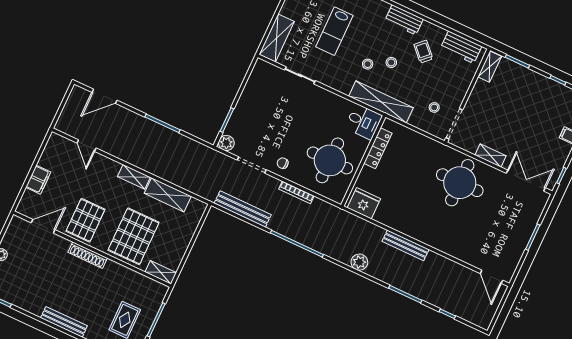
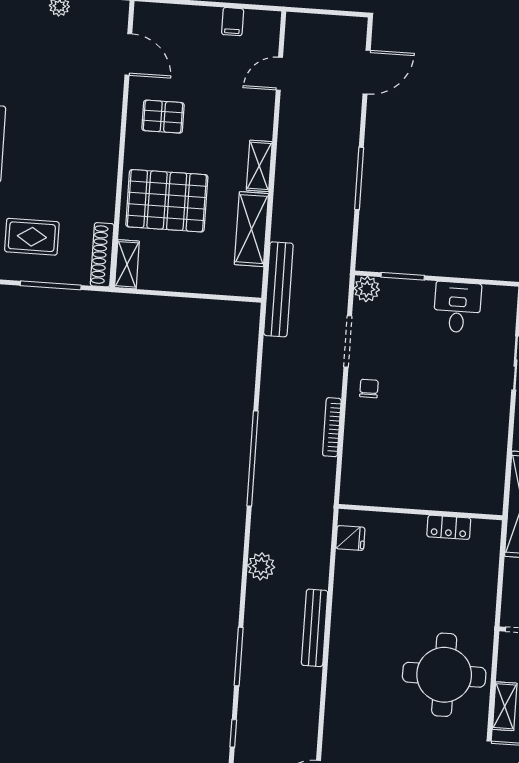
door: (104, 96) -> (367, 72), swing flipped
desk: (363, 122) -> (457, 307), moved, turned 180
locker: (378, 148) -> (449, 527), width x0.66
round table: (330, 160) -> (401, 460), removed
filing cabinet: (38, 180) -> (233, 22), moved, width x0.50
fridge: (364, 203) -> (350, 538), width x0.53, depth x0.75
bench: (243, 209) -> (278, 289), moved
pallet: (85, 220) -> (163, 117), width x0.67, depth x0.71
shoe rack: (88, 255) -> (102, 255), moved

